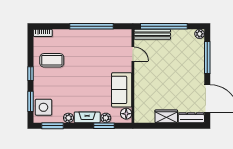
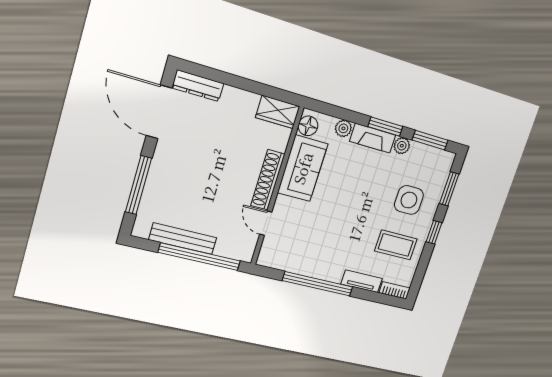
tv unit: (65, 34) -> (362, 281), added
bench: (152, 34) -> (183, 239), moved
plant: (200, 34) -> (141, 230), removed
shoe rack: (139, 78) -> (268, 180), added
side table: (43, 107) -> (409, 200), moved
wardrobe: (166, 116) -> (278, 112), moved
window: (104, 126) -> (385, 127), moved

